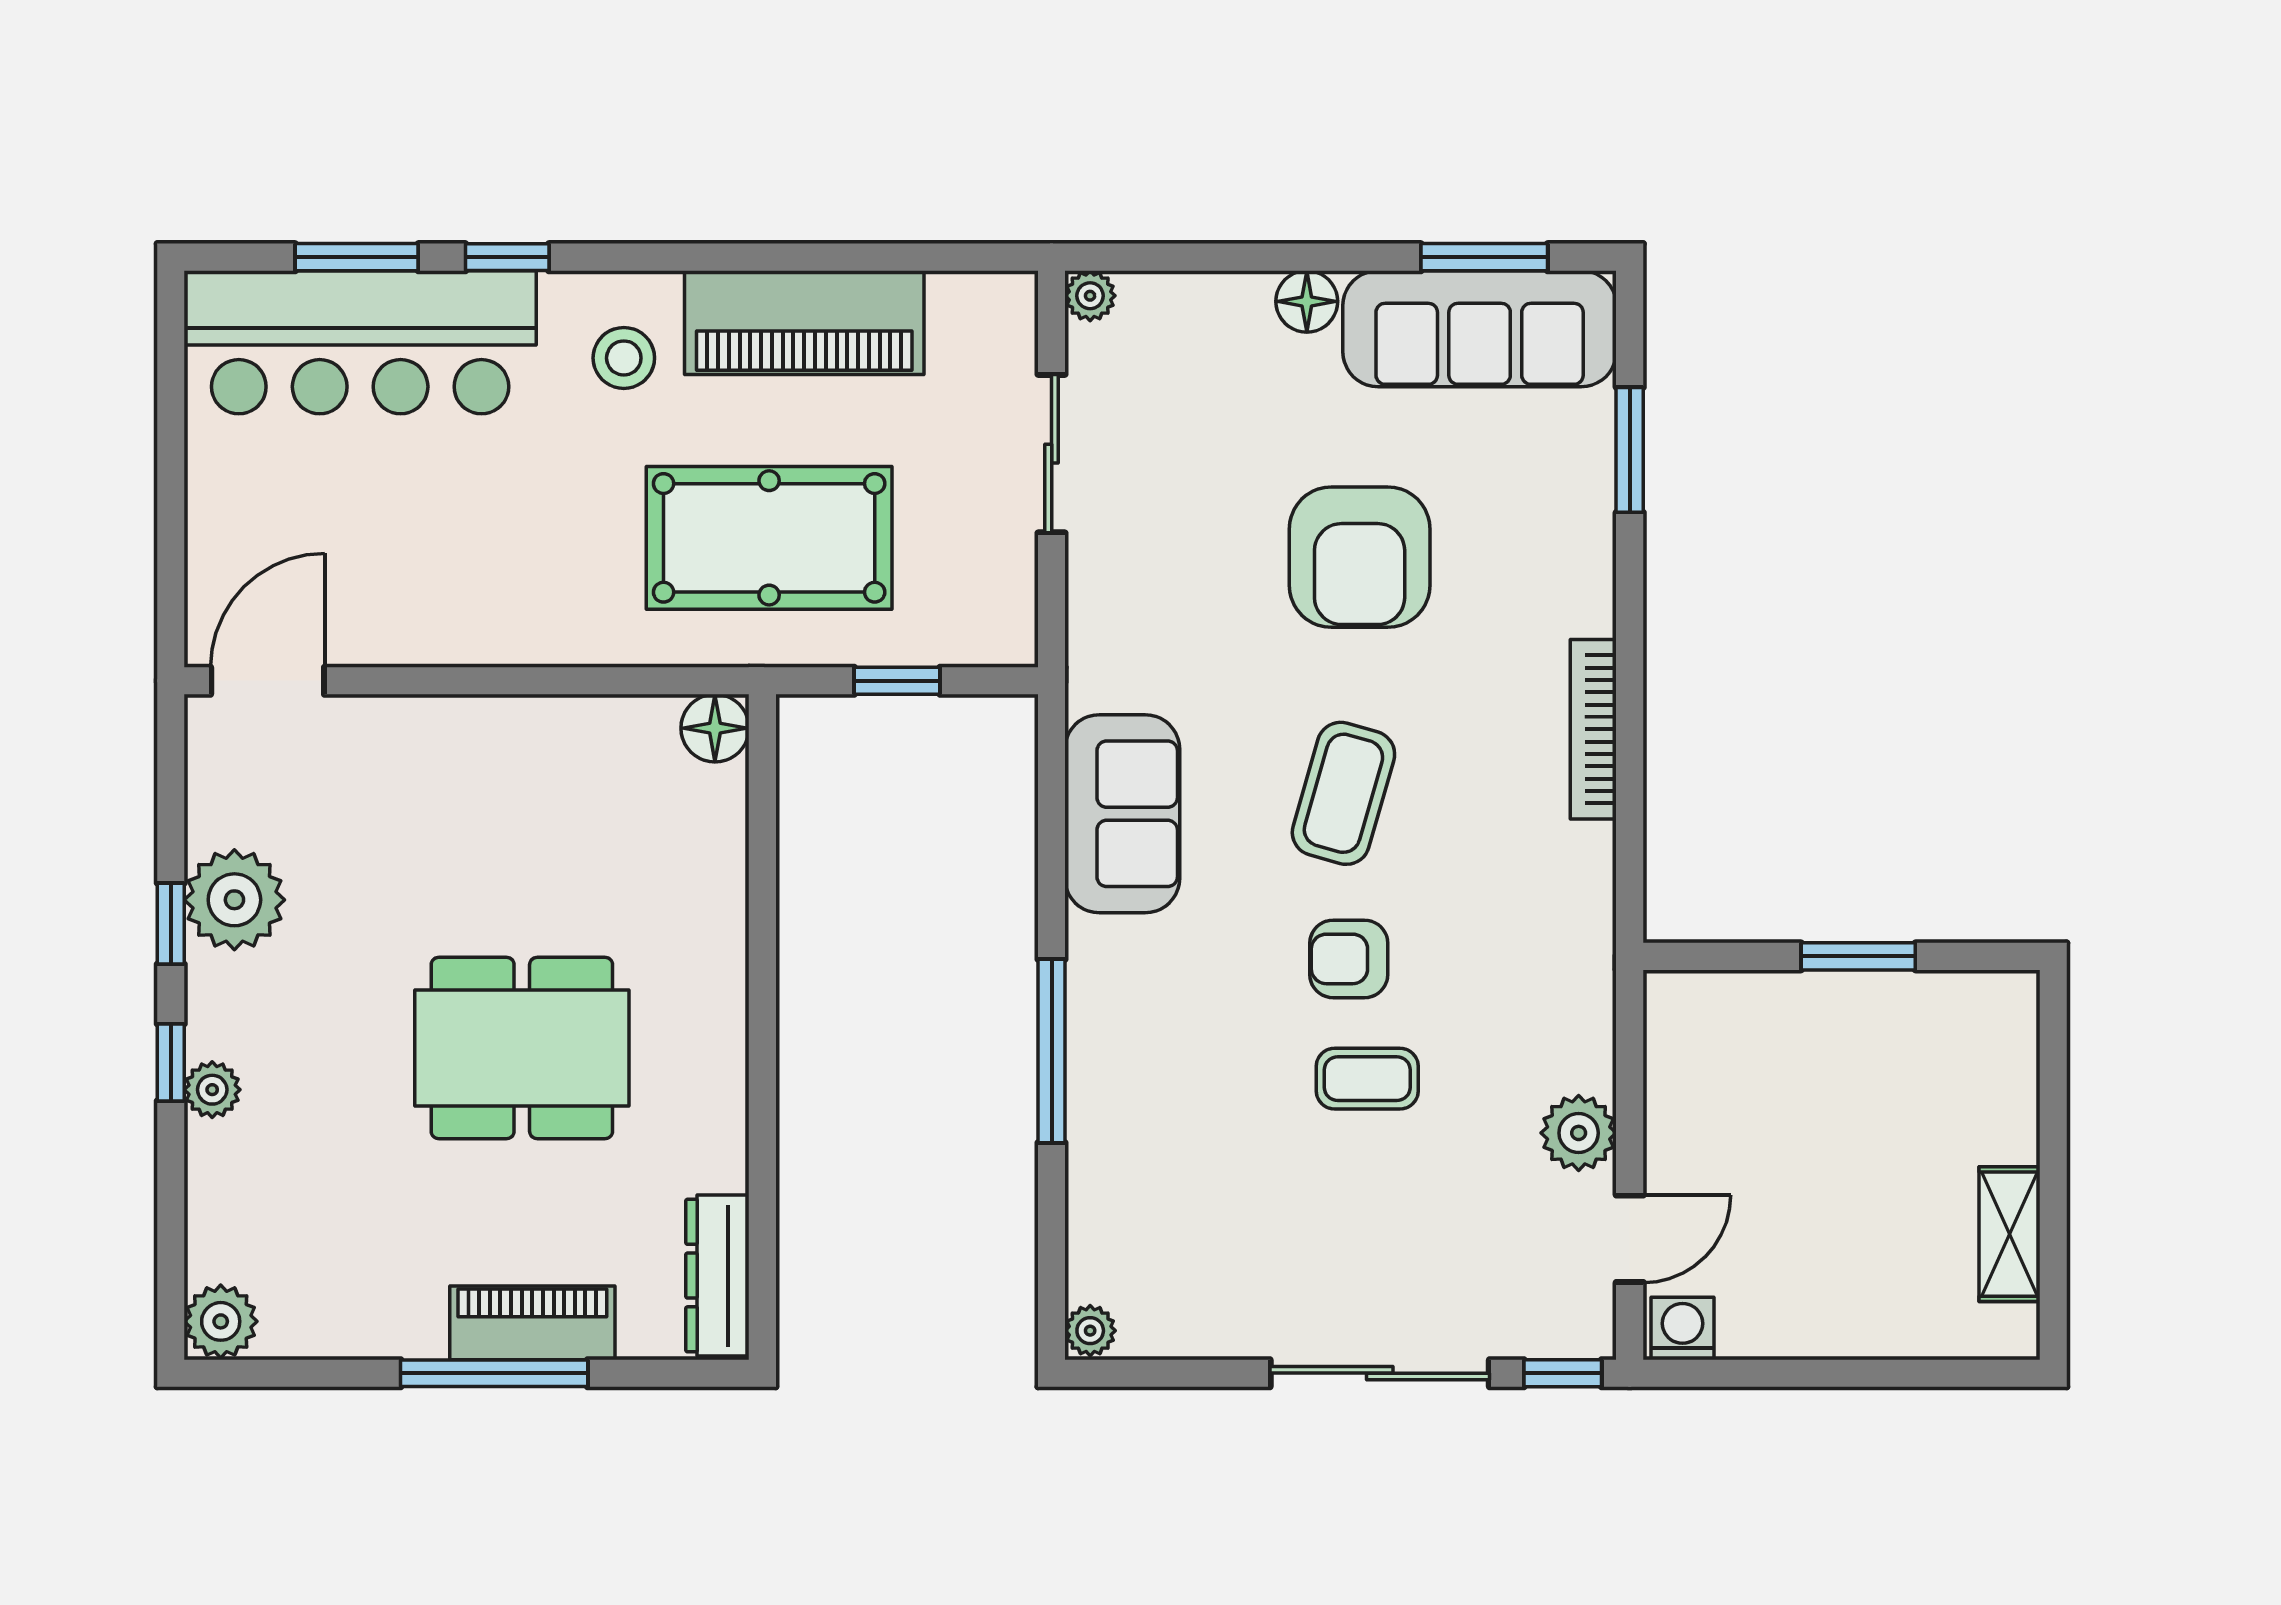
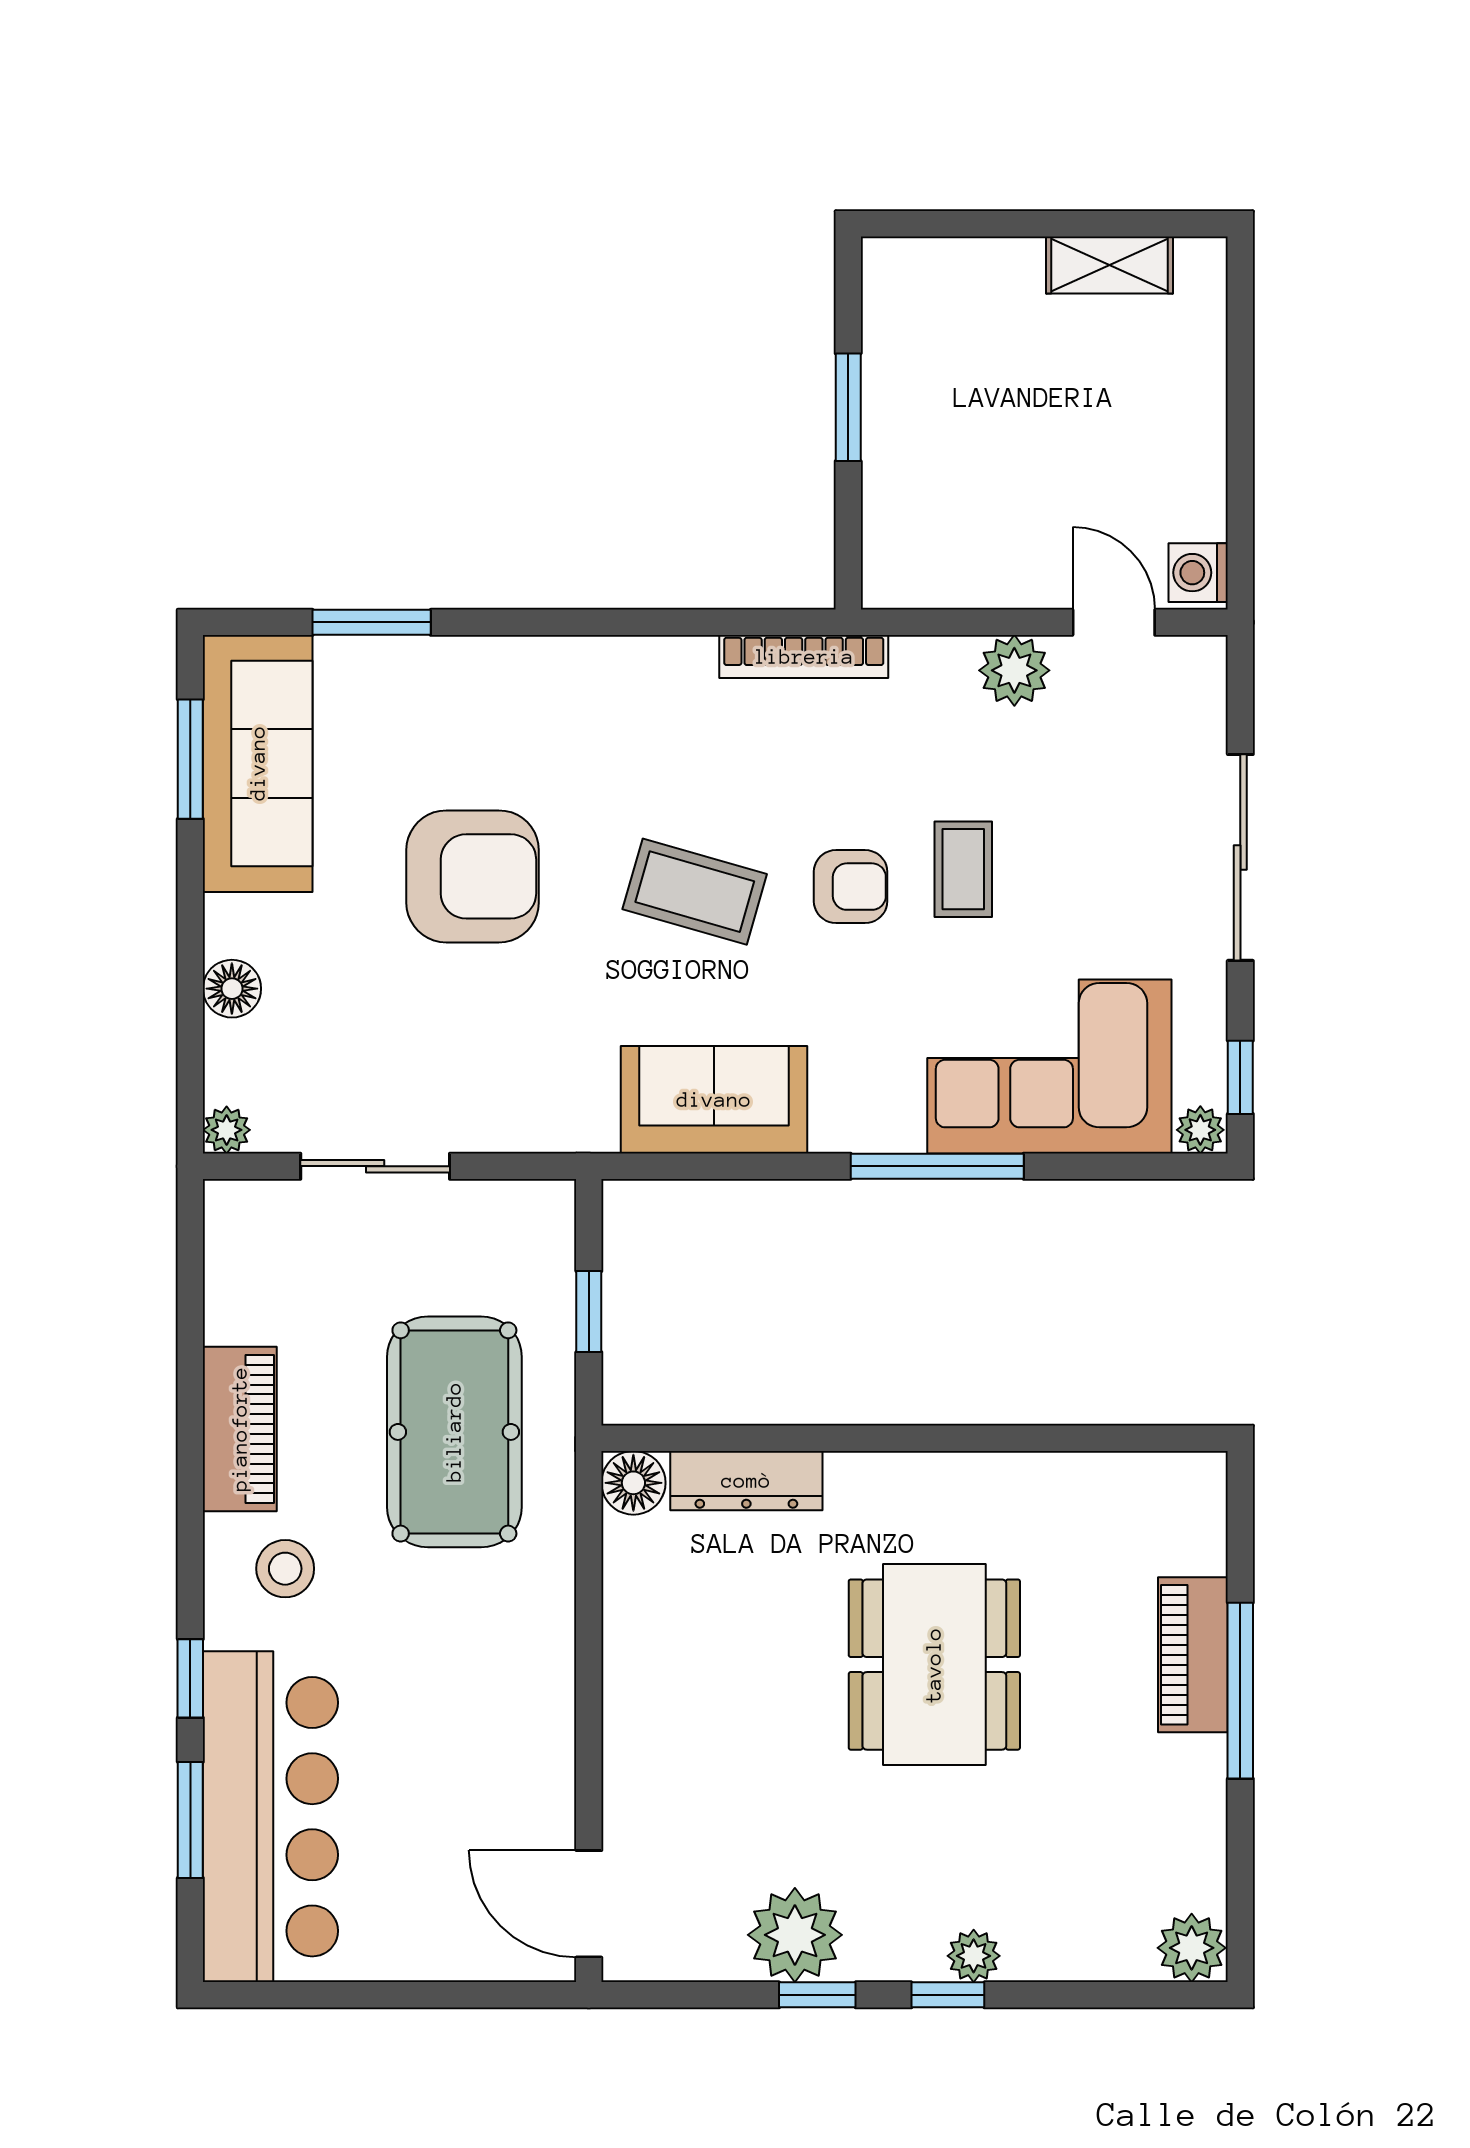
floor lamp: (1307, 301) -> (232, 989), moved
piano: (804, 323) -> (240, 1429), width x0.73, depth x0.75
bookcase: (1593, 729) -> (804, 657), moved
armchair: (1349, 959) -> (851, 887), turned -90
corner sofa: (1157, 1170) -> (1049, 1067), added
dresser: (717, 1276) -> (746, 1481), moved
window: (1563, 1373) -> (1240, 1077), moved

